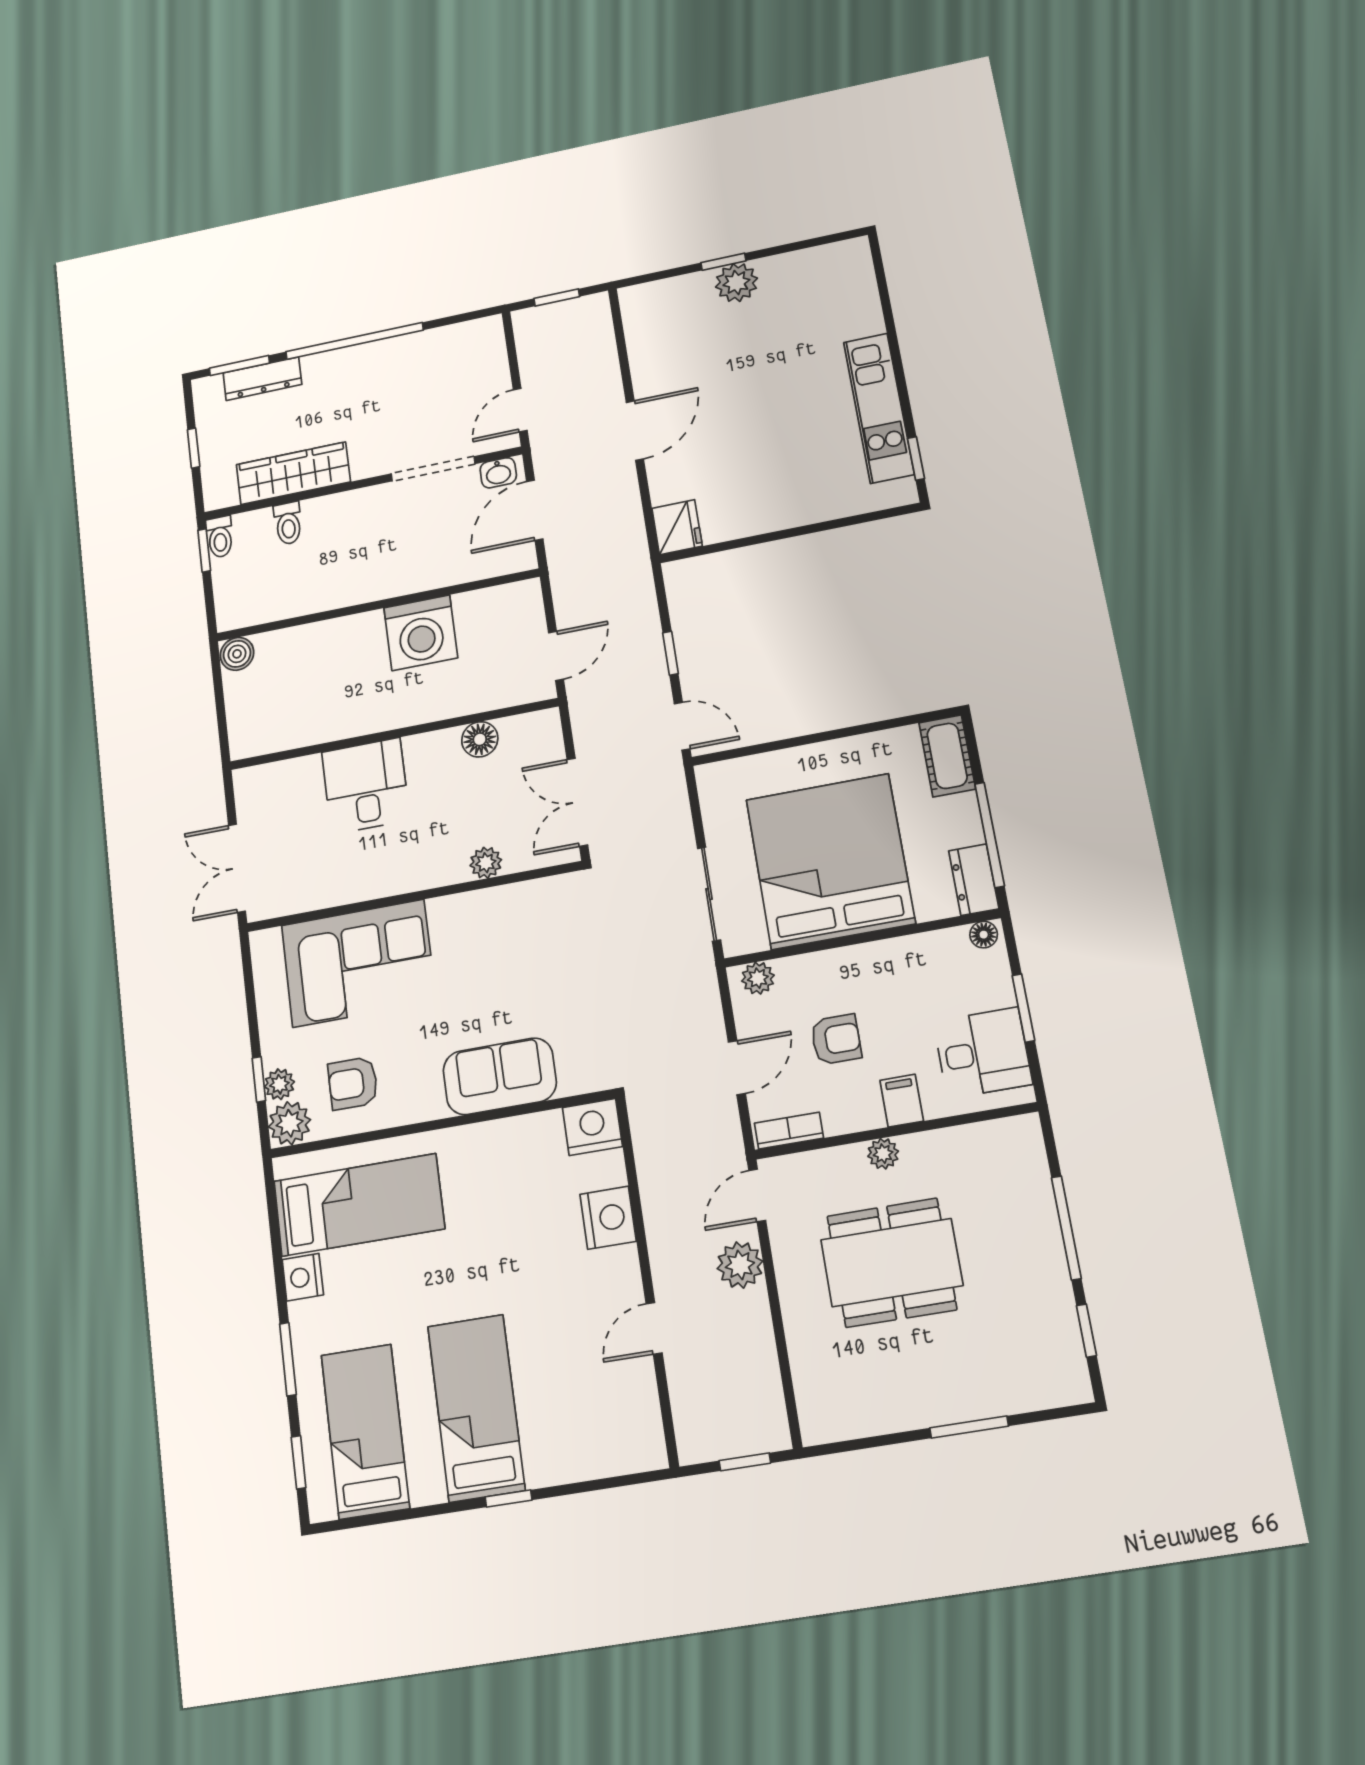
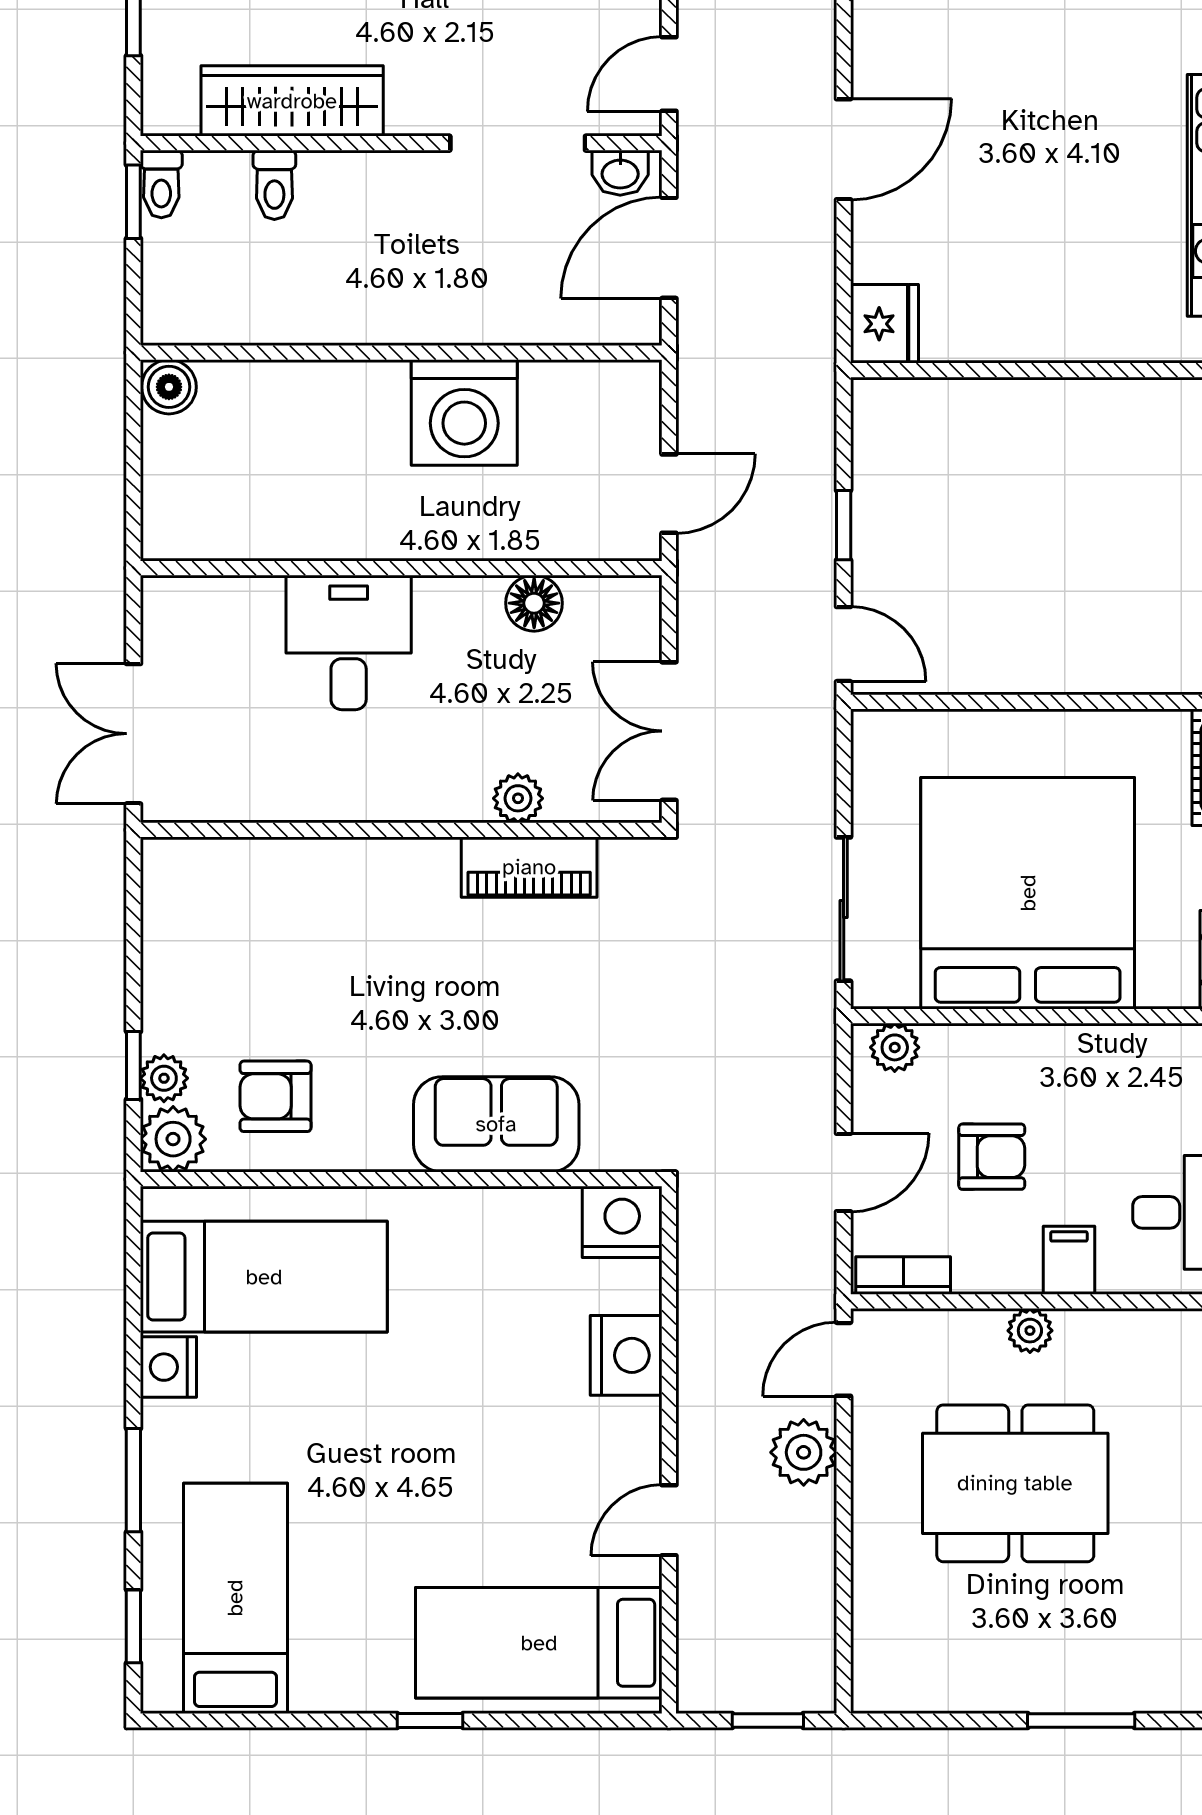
piano: (499, 905) -> (529, 867), added
corner sofa: (358, 963) -> (305, 917), removed
bed: (476, 1408) -> (539, 1643), moved, turned -90

